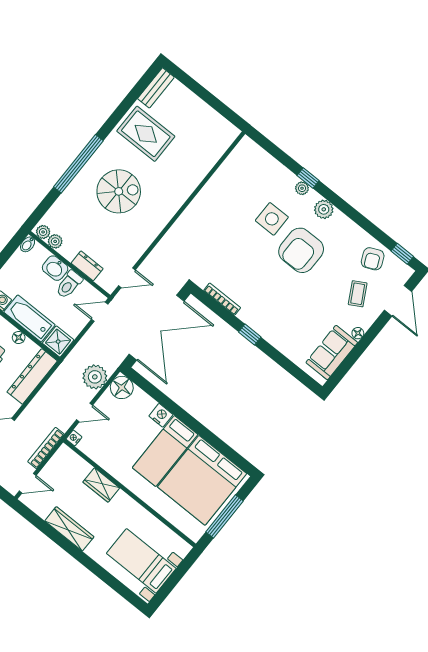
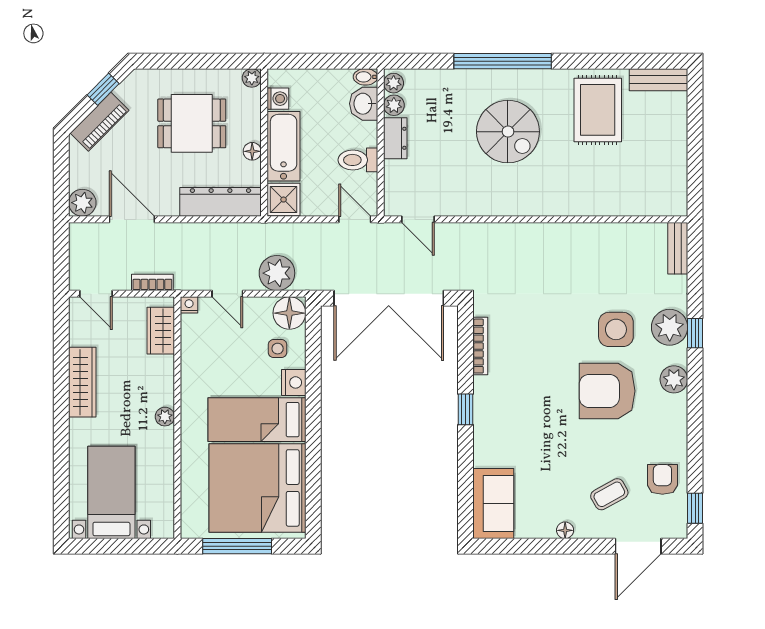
bench: (255, 150) -> (678, 248), added
plant: (302, 188) -> (670, 327), width x1.87, depth x1.87
armchair: (373, 259) -> (662, 479), turned 114
dresser: (87, 266) -> (395, 138), moved
washbasin: (55, 268) -> (364, 104), moved
sofa: (332, 353) -> (493, 504), moved, turned 90
side table: (136, 409) -> (278, 349), added
bookcase: (46, 448) -> (152, 282), width x0.64
wardrobe: (101, 485) -> (161, 331), moved
plant: (124, 499) -> (165, 417), added

